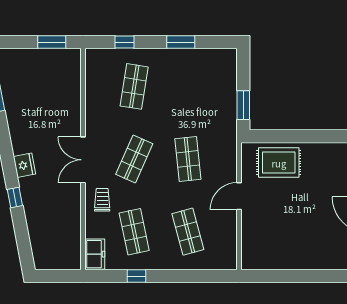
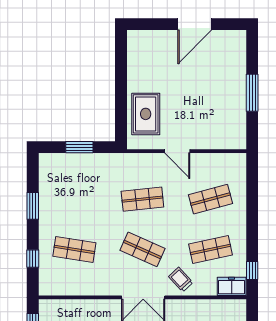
window: (243, 105) -> (79, 147), moved
trolley: (102, 200) -> (181, 279), turned 47
window: (136, 276) -> (252, 271), moved
window: (301, 276) -> (252, 93), added

